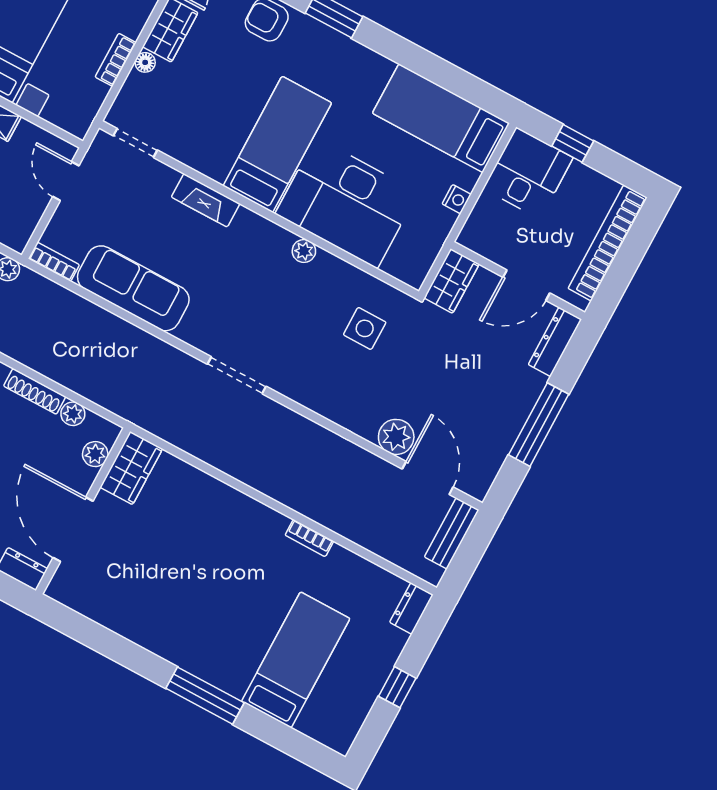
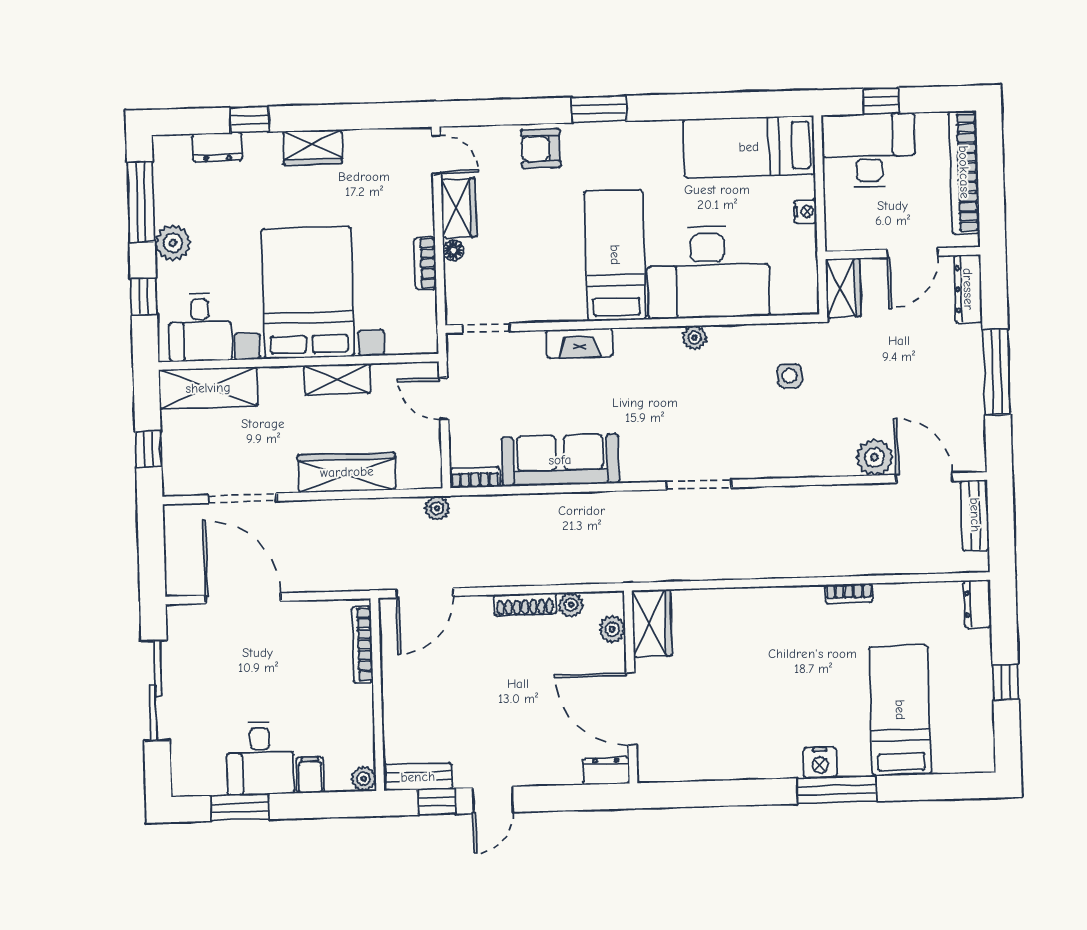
desk: (528, 173) -> (869, 150), width x1.37
side table: (365, 328) -> (790, 376), width x0.73, depth x0.73
nightstand: (204, 665) -> (820, 763), added

